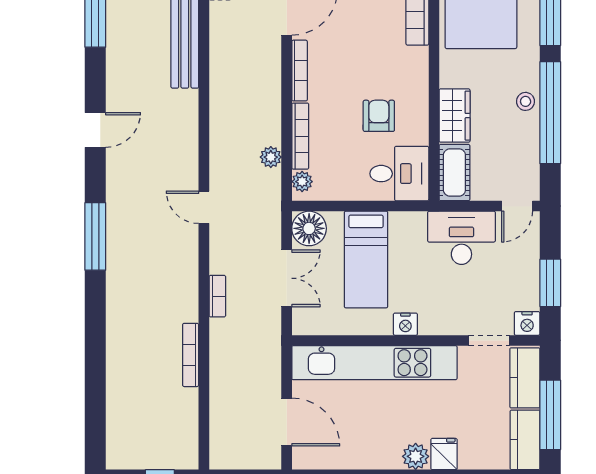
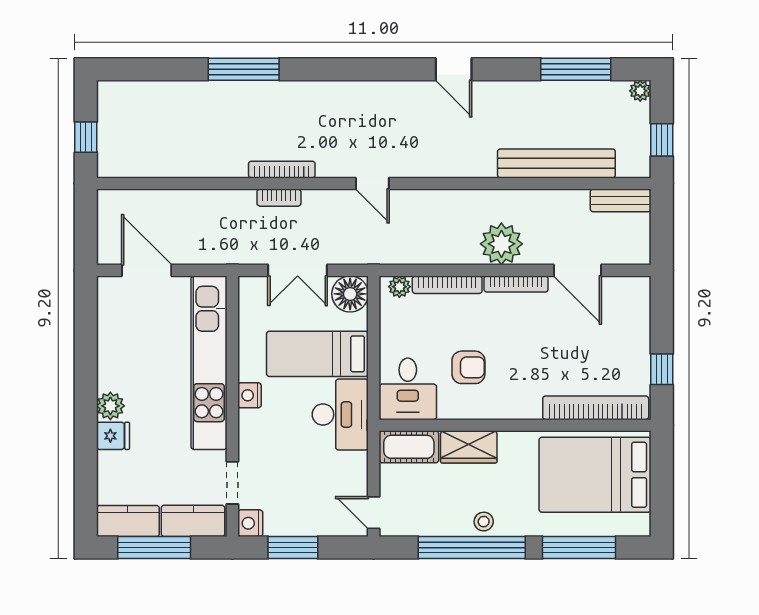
plant: (271, 157) -> (501, 244), moved, width x1.88, depth x1.88
door: (204, 207) -> (372, 183), swing flipped
window: (95, 236) -> (244, 69), moved
desk: (461, 238) -> (340, 414), moved
bookcase: (191, 355) -> (282, 170), moved
door: (287, 422) -> (147, 270), swing flipped

